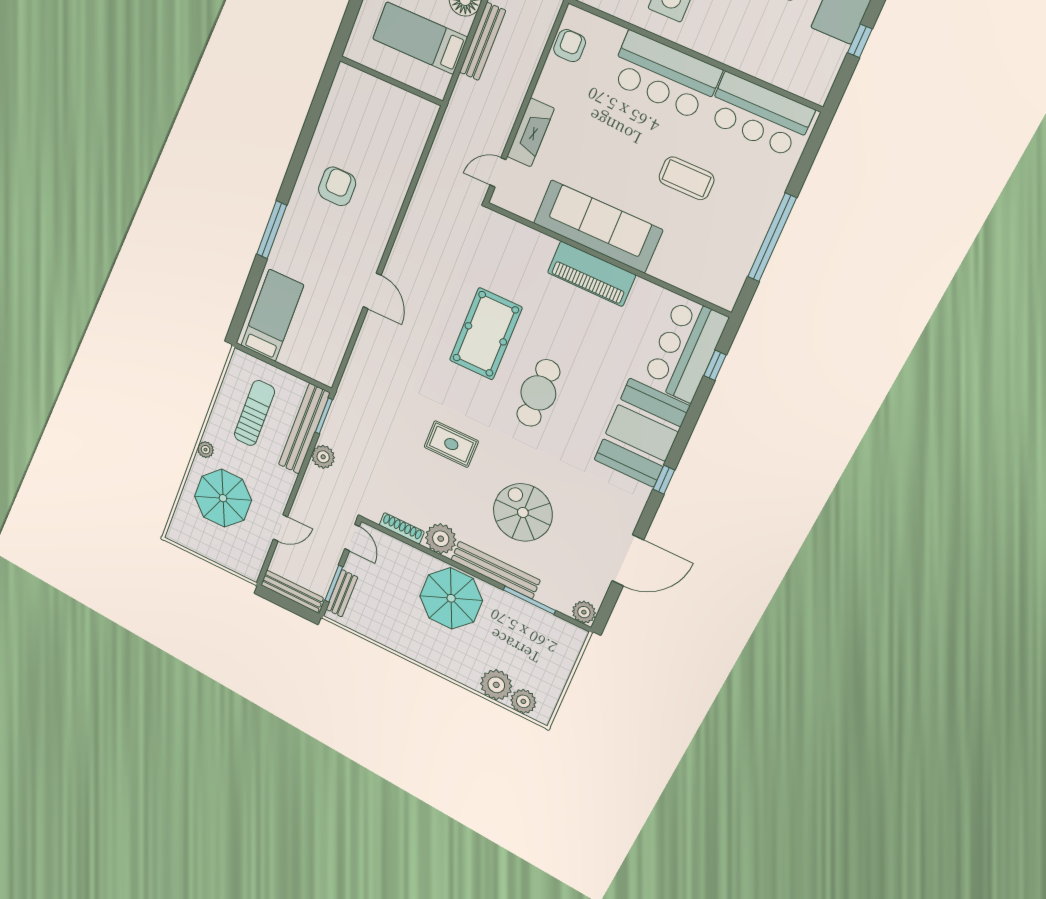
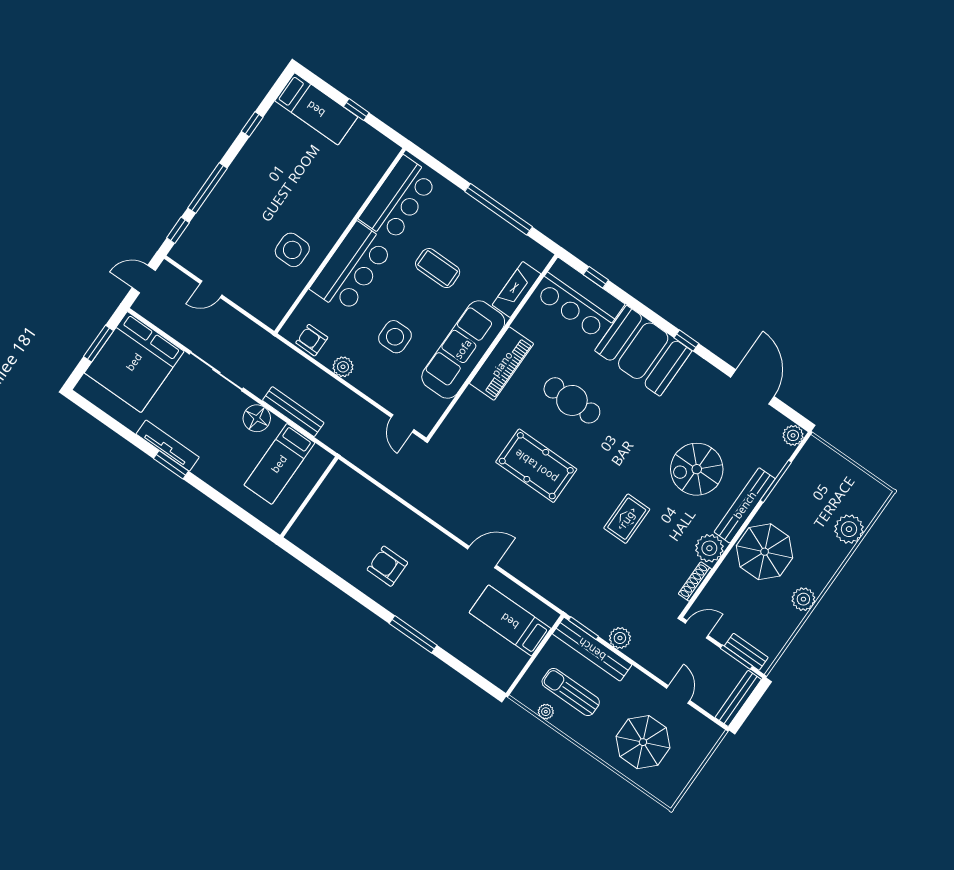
plant: (547, 89) -> (343, 367), added
fireplace: (531, 132) -> (517, 289), moved, turned -90
side table: (595, 144) -> (395, 337), added
coffee table: (686, 178) -> (438, 268), turned 90
bed: (272, 315) -> (510, 621), moved
cafe table: (538, 393) -> (572, 400), moved
plant: (206, 450) -> (546, 712), moved
plant: (523, 701) -> (803, 599), moved

